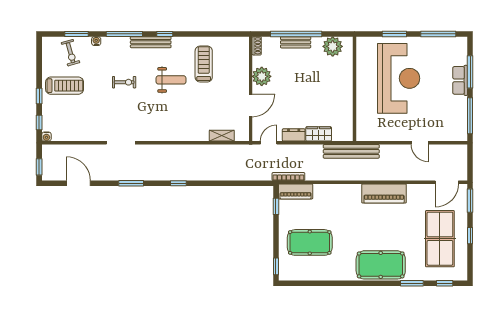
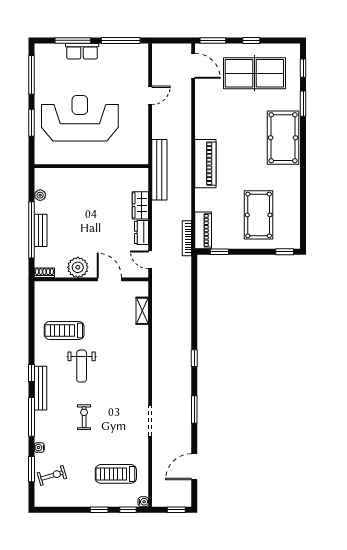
plant: (333, 46) -> (40, 195), width x0.53, depth x0.53
weight bench: (171, 80) -> (82, 366), turned 180
treadmill: (65, 86) -> (116, 474), moved, turned -90
piano: (384, 194) -> (205, 164), moved

